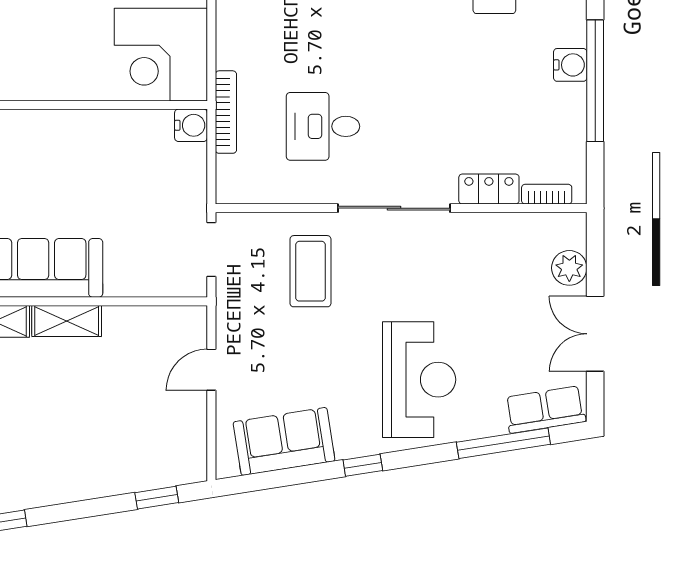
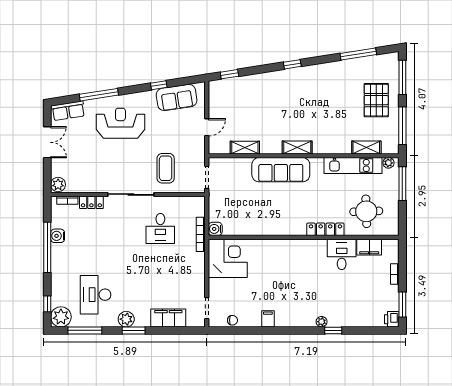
water cooler: (570, 65) -> (58, 236), moved
desk: (323, 126) -> (160, 228), turned 90
plant: (569, 268) -> (58, 185), moved
shelving: (67, 321) -> (245, 148), moved
reception desk: (419, 380) -> (120, 123), turned 90
window: (503, 443) -> (99, 95), moved
window: (363, 465) -> (159, 85), moved

